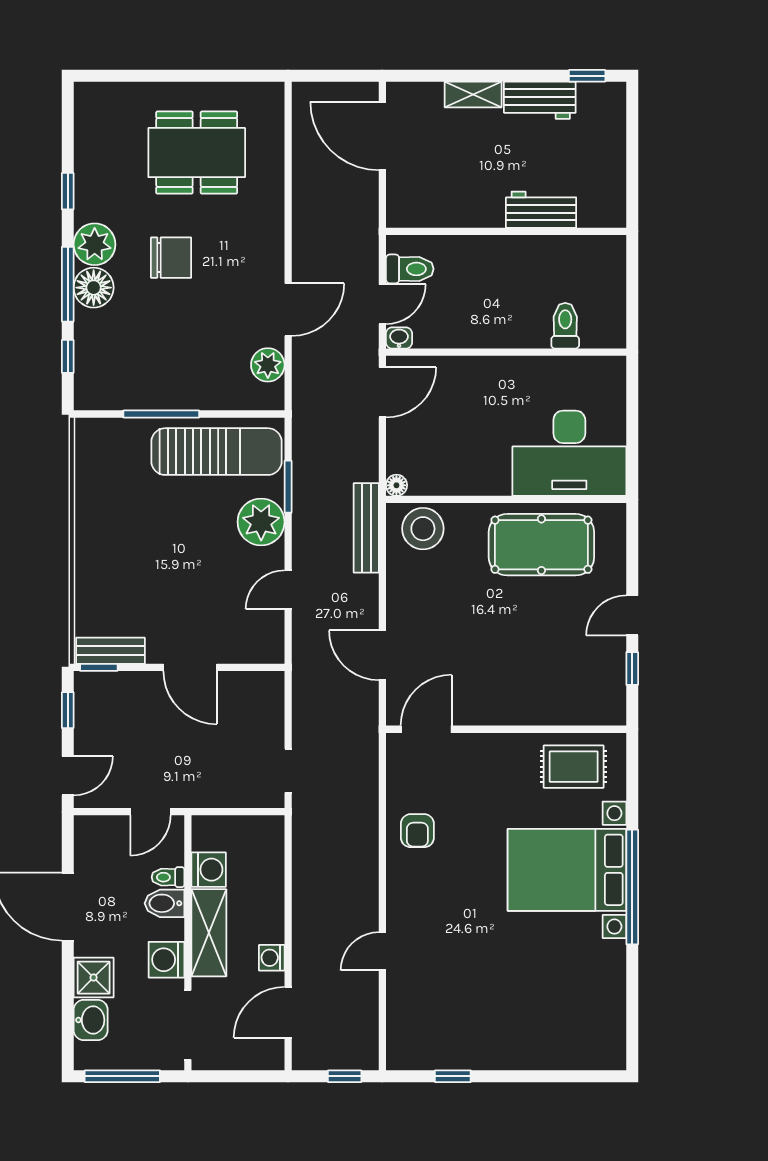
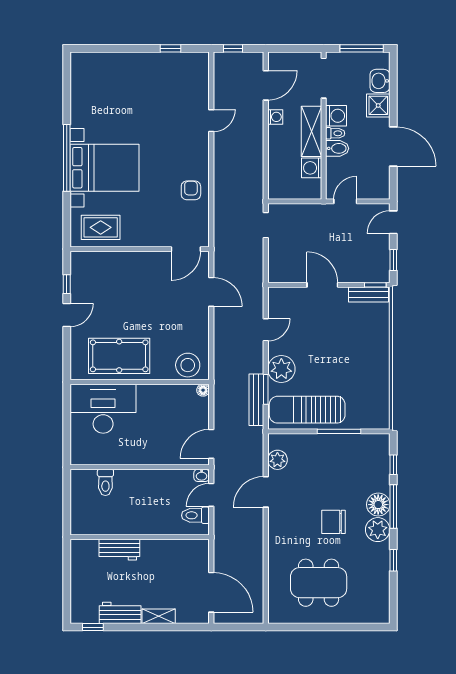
bench: (366, 528) -> (256, 400), moved
toilet: (168, 877) -> (335, 133), moved

